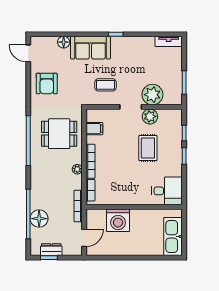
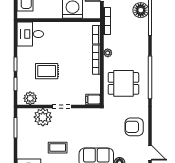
armchair: (47, 83) -> (134, 127), turned -90
coffee table: (105, 85) -> (58, 148), moved
plant: (150, 116) -> (30, 98), moved
filing cabinet: (94, 129) -> (93, 99), moved
rug: (148, 148) -> (47, 71), turned 90

